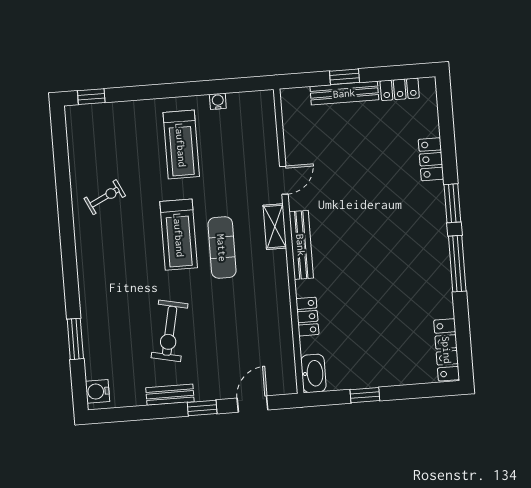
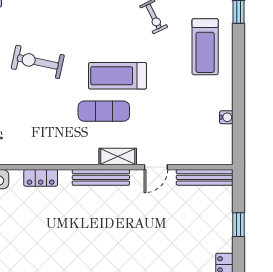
bench: (344, 93) -> (205, 177), moved, turned 90
treadmill: (181, 145) -> (205, 47), moved, turned -90
door: (284, 180) -> (156, 167), hinge flipped

